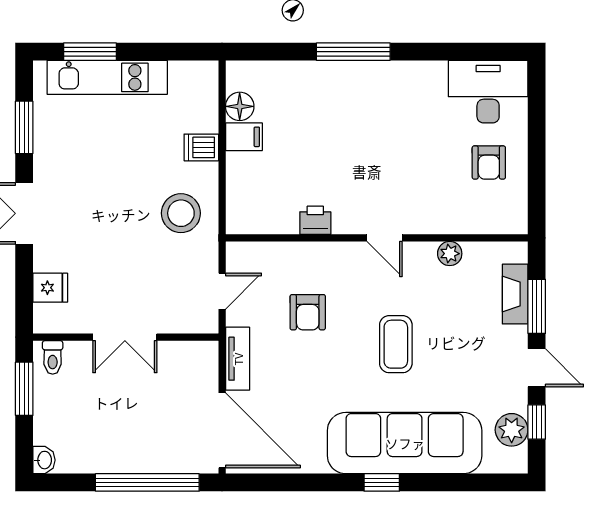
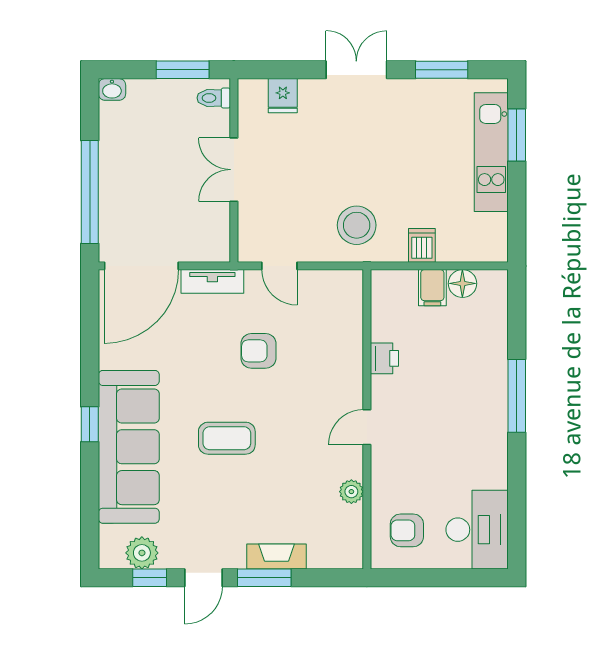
printer: (315, 220) -> (384, 358), moved
wall: (377, 238) -> (367, 419), moved
door: (385, 238) -> (367, 427), moved
plant: (450, 254) -> (351, 492), moved

